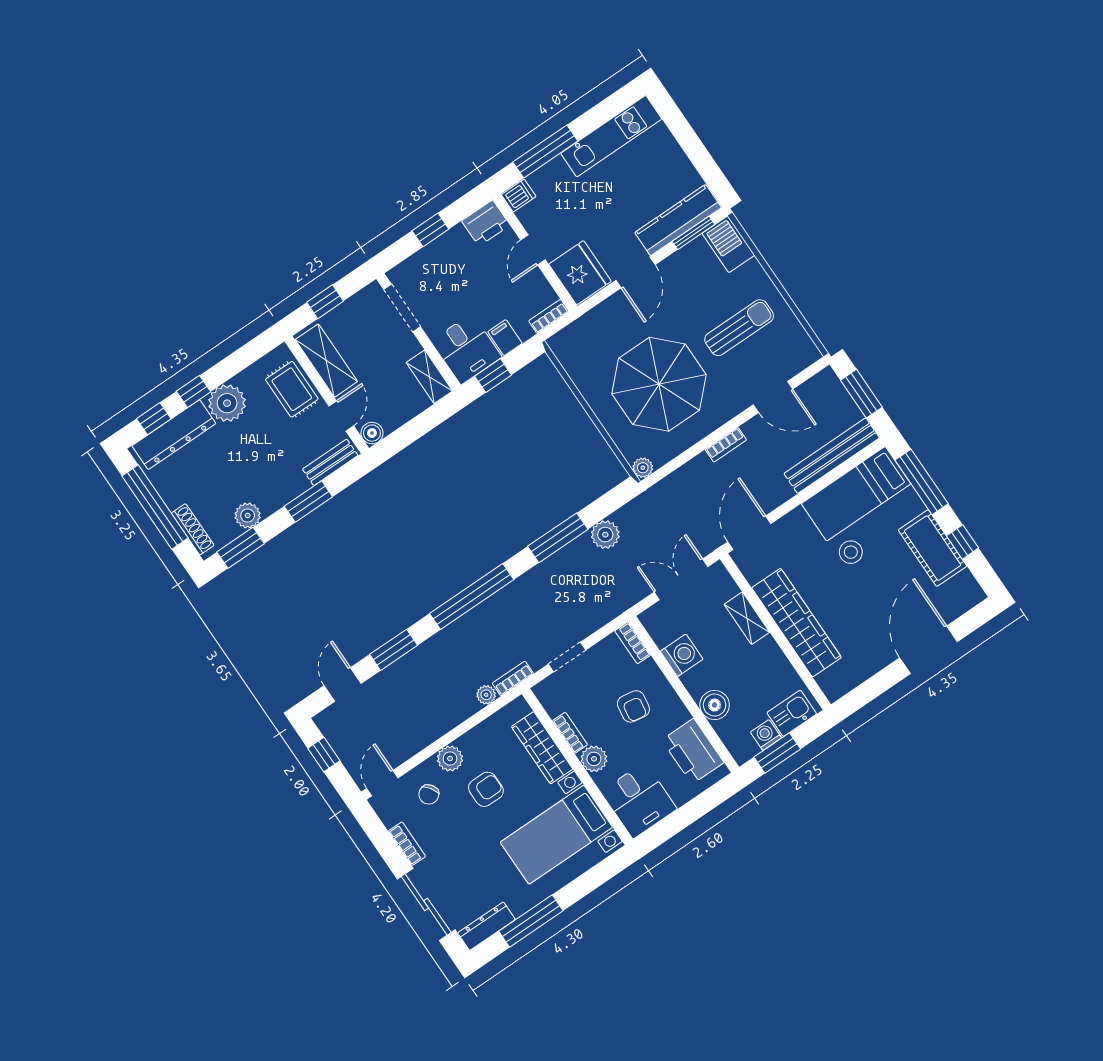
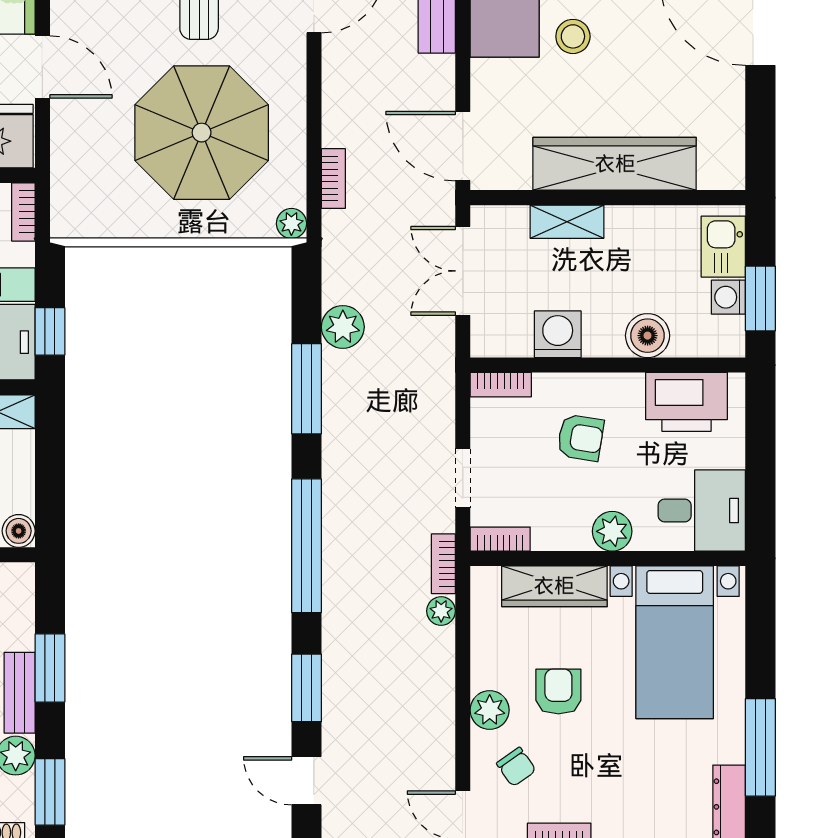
bookcase: (726, 445) -> (333, 179), moved
bench: (330, 462) -> (20, 693), moved
bookcase: (570, 733) -> (500, 539), moved

